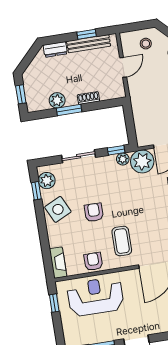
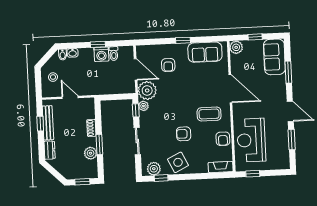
armchair: (93, 261) -> (223, 139), turned -90

